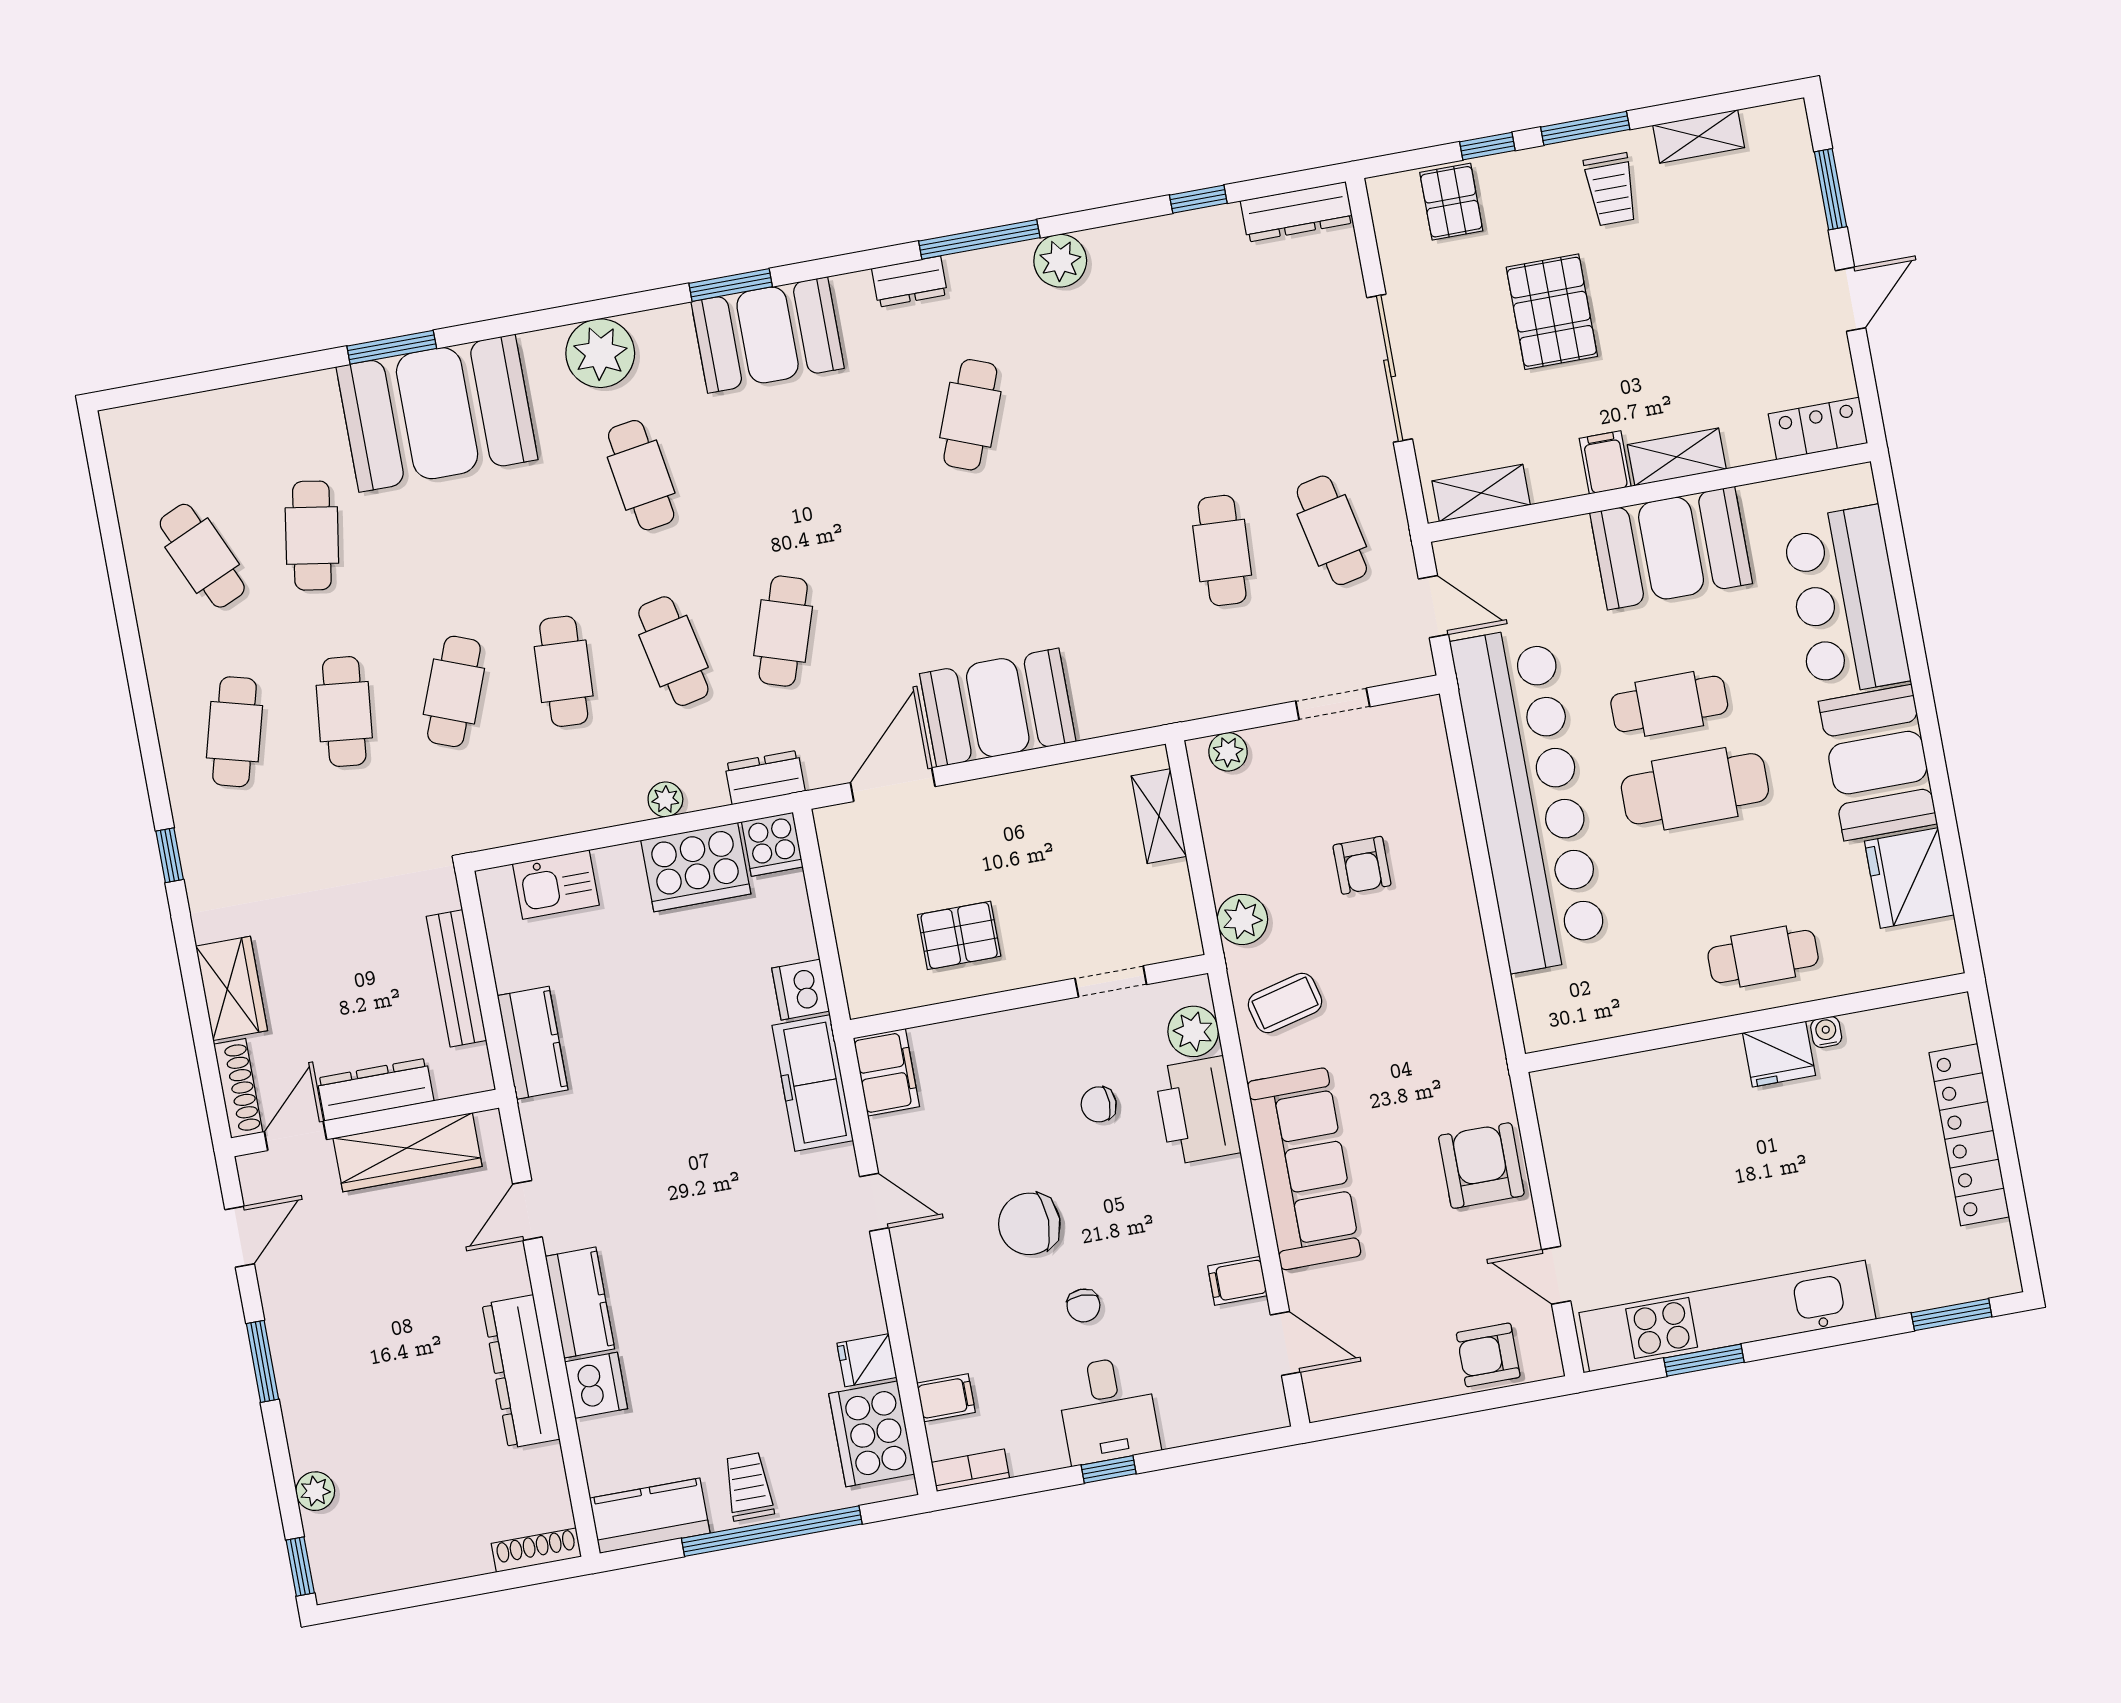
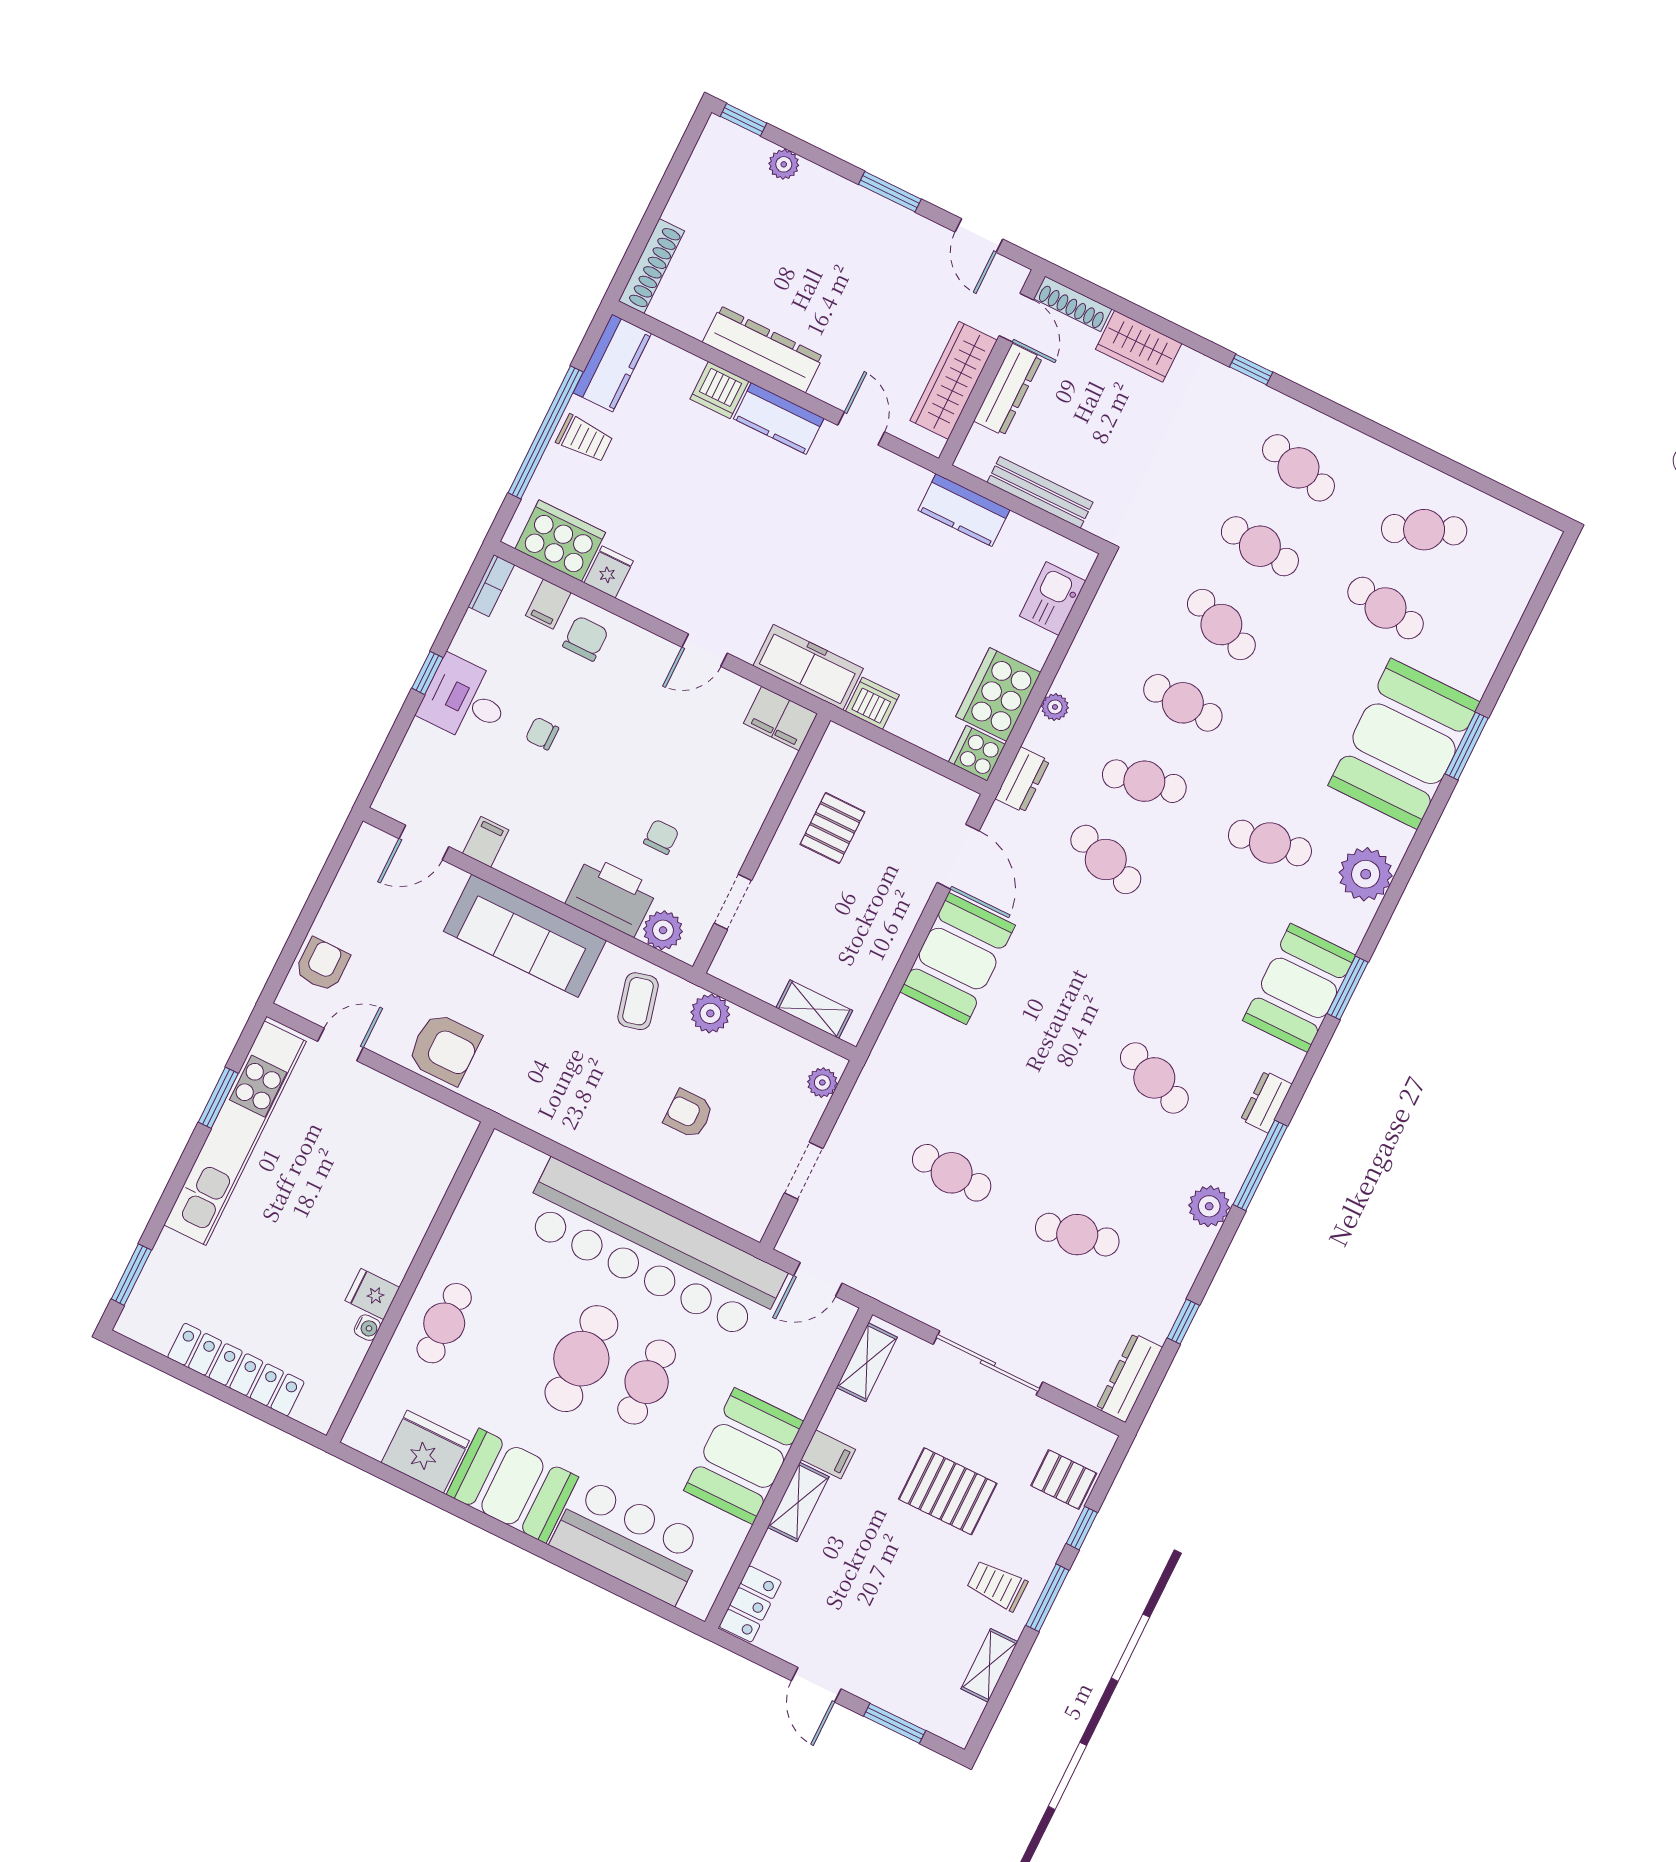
cafe table: (1332, 530) -> (1077, 1235), moved
fridge: (1779, 1054) -> (372, 1294), width x0.72
chair: (1029, 1224) -> (586, 638), moved, width x0.73, depth x0.73
shoe rack: (536, 1550) -> (651, 266), width x1.36, depth x1.24

